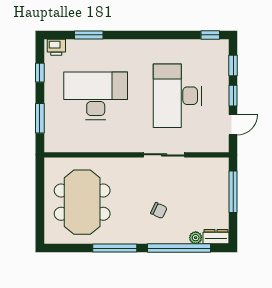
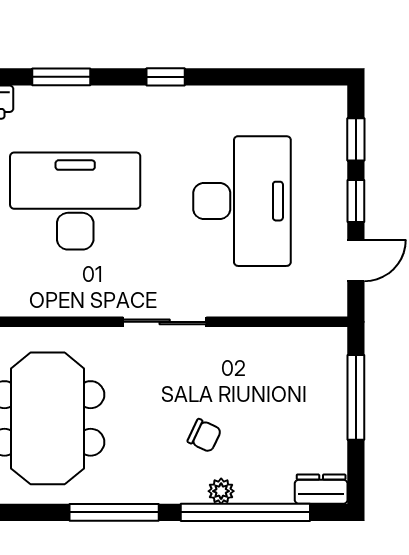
window: (210, 35) -> (166, 77), moved
desk: (177, 96) -> (242, 201), turned 180
sliding door: (164, 155) -> (165, 322), moved
plant: (196, 238) -> (221, 491), moved

